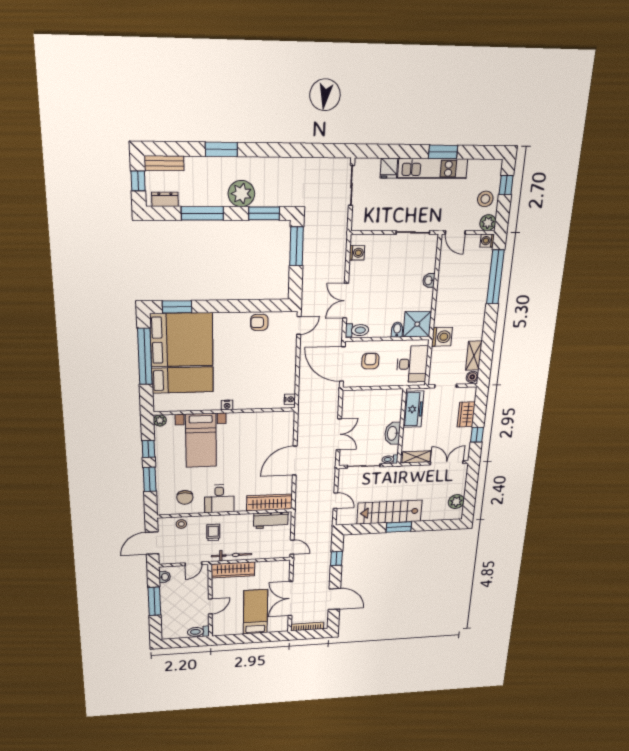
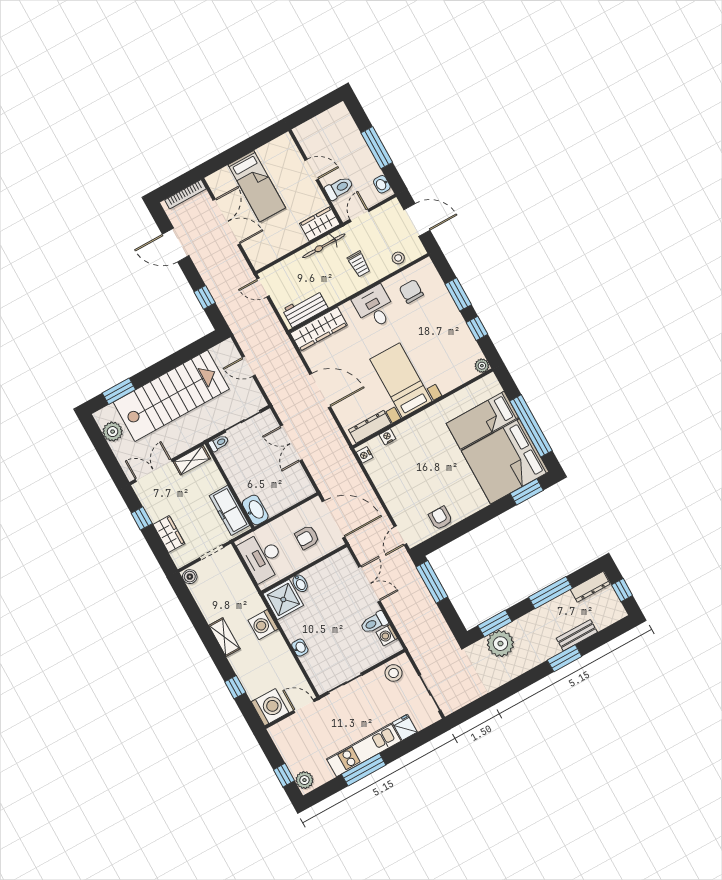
window: (443, 152) -> (364, 770), width x1.44
bench: (164, 163) -> (577, 635), moved
plant: (241, 194) -> (500, 644), moved
dresser: (165, 199) -> (590, 587), width x1.44
stool: (485, 199) -> (394, 673), moved
plant: (488, 223) -> (304, 780), moved
washing machine: (487, 241) -> (270, 707), width x1.89, depth x1.89
window: (297, 246) -> (432, 582), moved
window: (495, 277) -> (235, 687), width x0.32
armchair: (259, 322) -> (440, 518), turned -90
toilet: (357, 330) -> (374, 623), moved
washing machine: (442, 337) -> (263, 625), moved
shelving: (474, 356) -> (224, 637), moved
armchair: (370, 361) -> (307, 537), turned 90
nightstand: (227, 405) -> (387, 437), moved
dresser: (273, 418) -> (370, 427), added
washbasin: (392, 433) -> (255, 510), moved
bed with nightstands: (201, 440) -> (401, 380), moved
door: (295, 461) -> (320, 390), hinge flipped
double door: (447, 463) -> (154, 471), swing flipped
stairs: (389, 512) -> (171, 396), width x1.36, depth x1.51
window: (399, 527) -> (119, 391), moved
door: (152, 543) -> (417, 220), hinge flipped
wardrobe: (233, 570) -> (320, 224), width x0.67
door: (210, 606) -> (312, 170), swing flipped
toilet: (198, 632) -> (339, 188), moved

